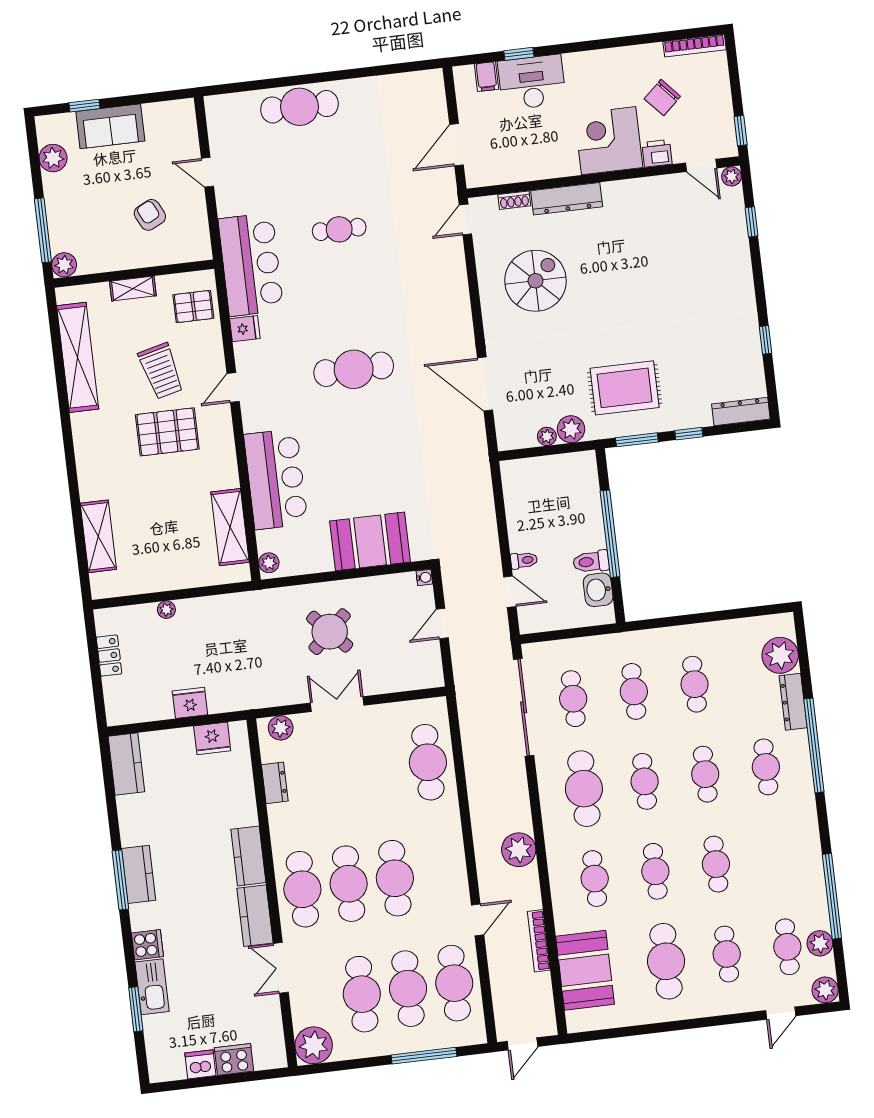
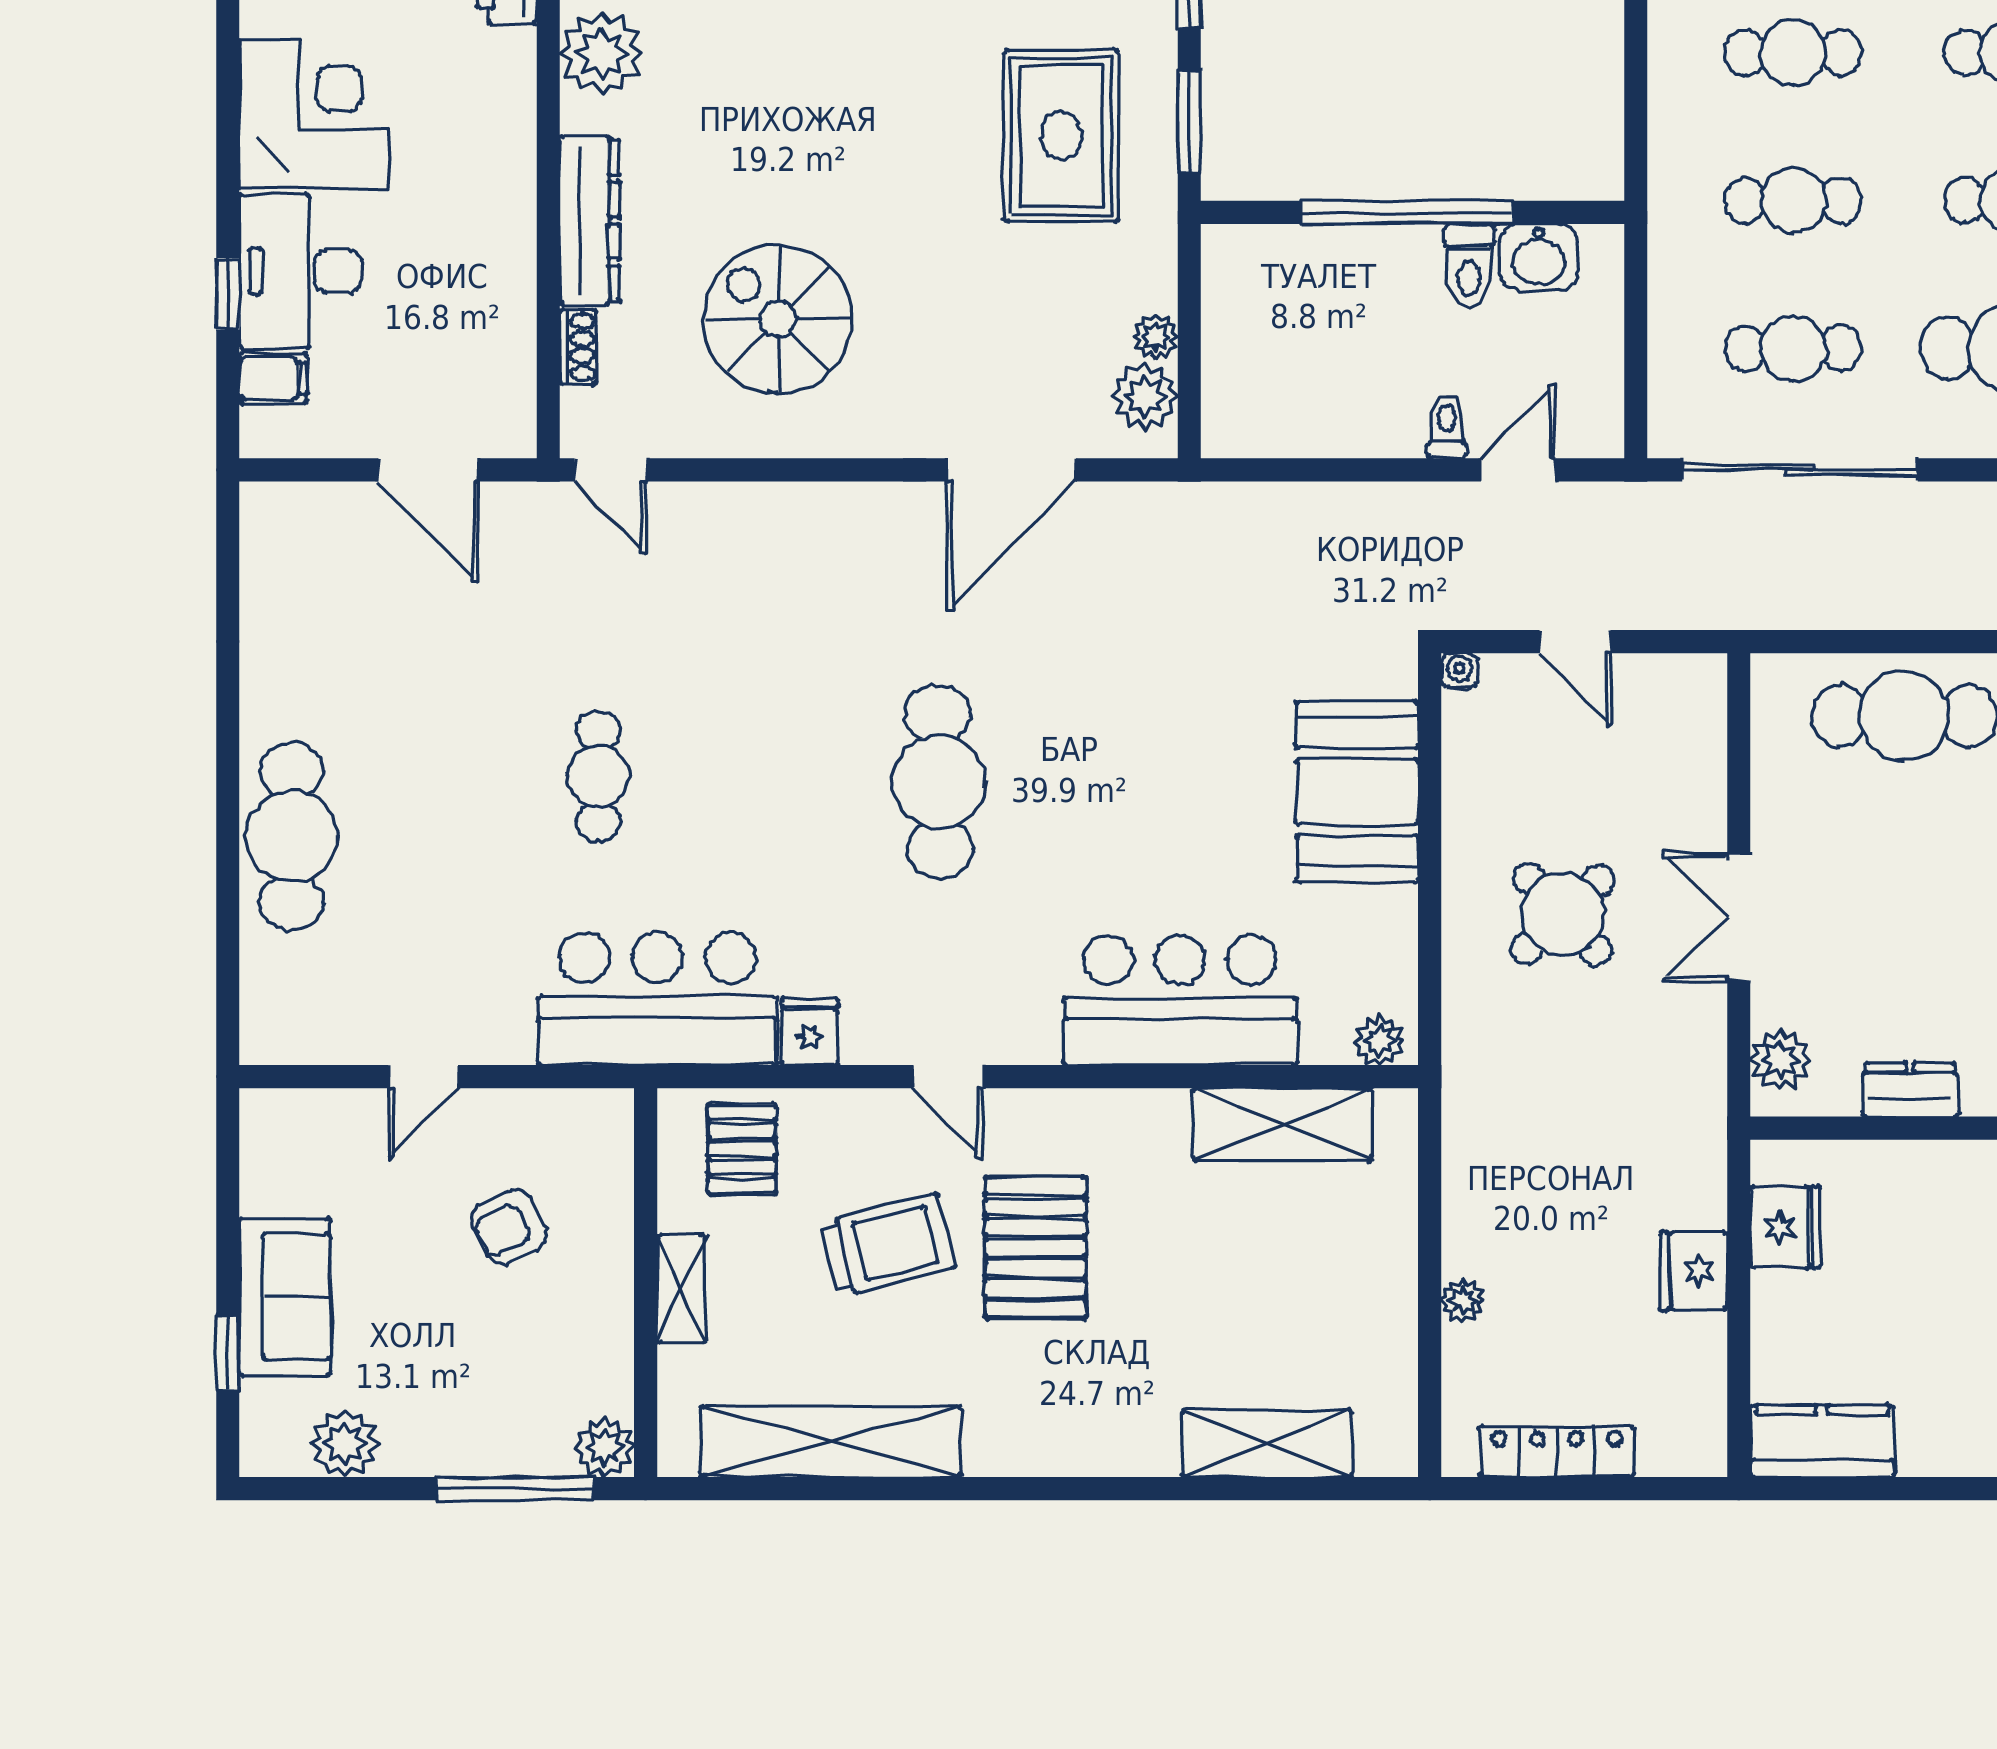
corner desk: (609, 141) -> (314, 114), moved, turned 180
plant: (636, 195) -> (601, 53), added
plant: (571, 429) -> (1145, 396), moved
locker: (109, 656) -> (1557, 1452), width x1.53

